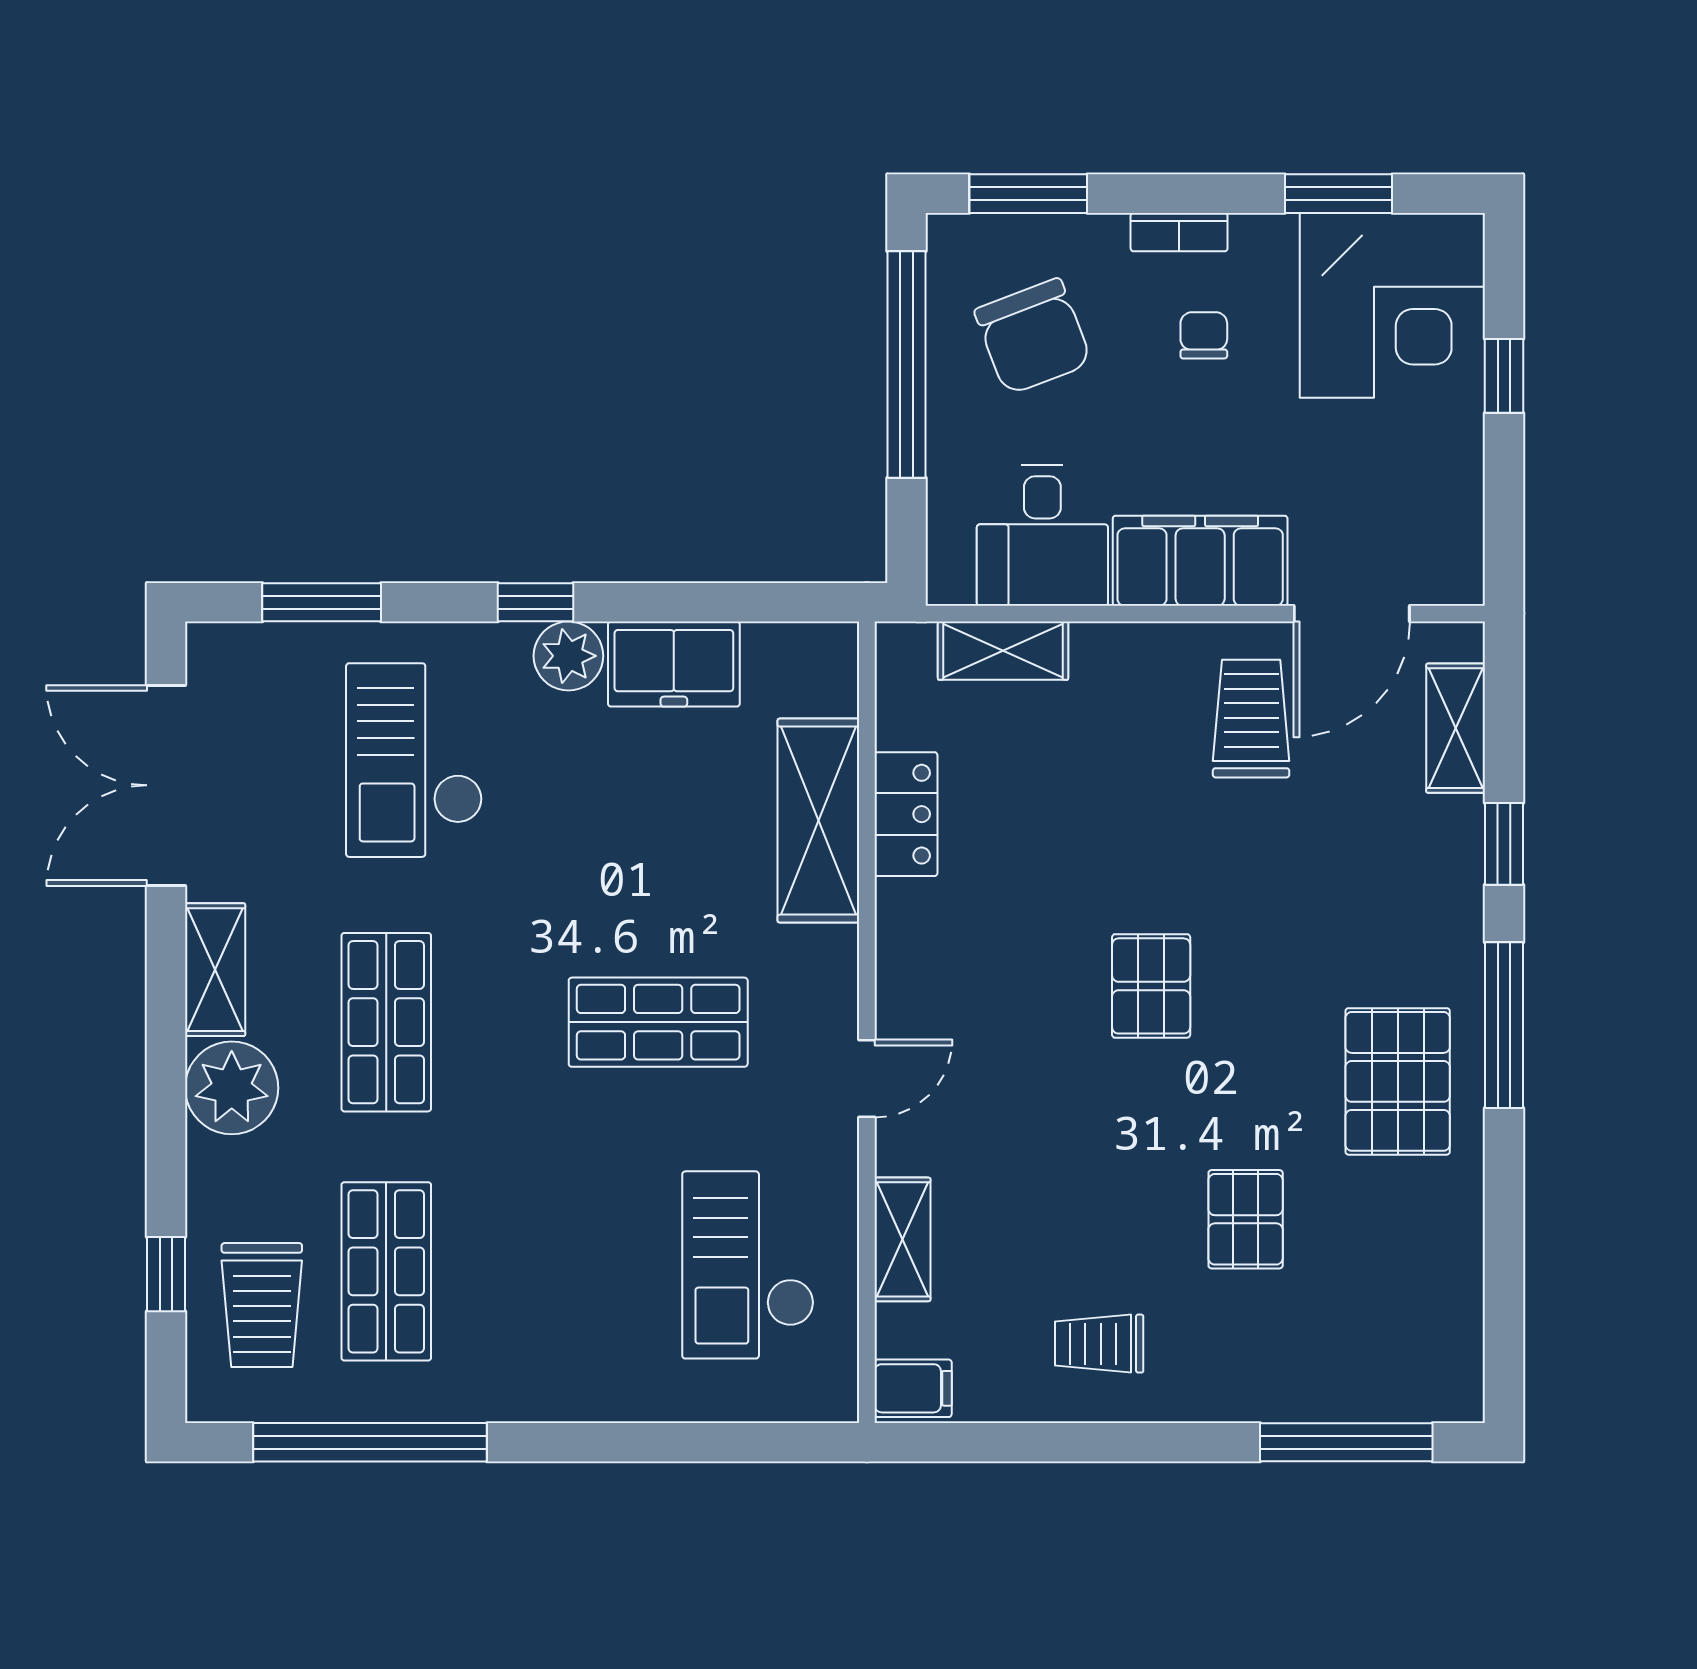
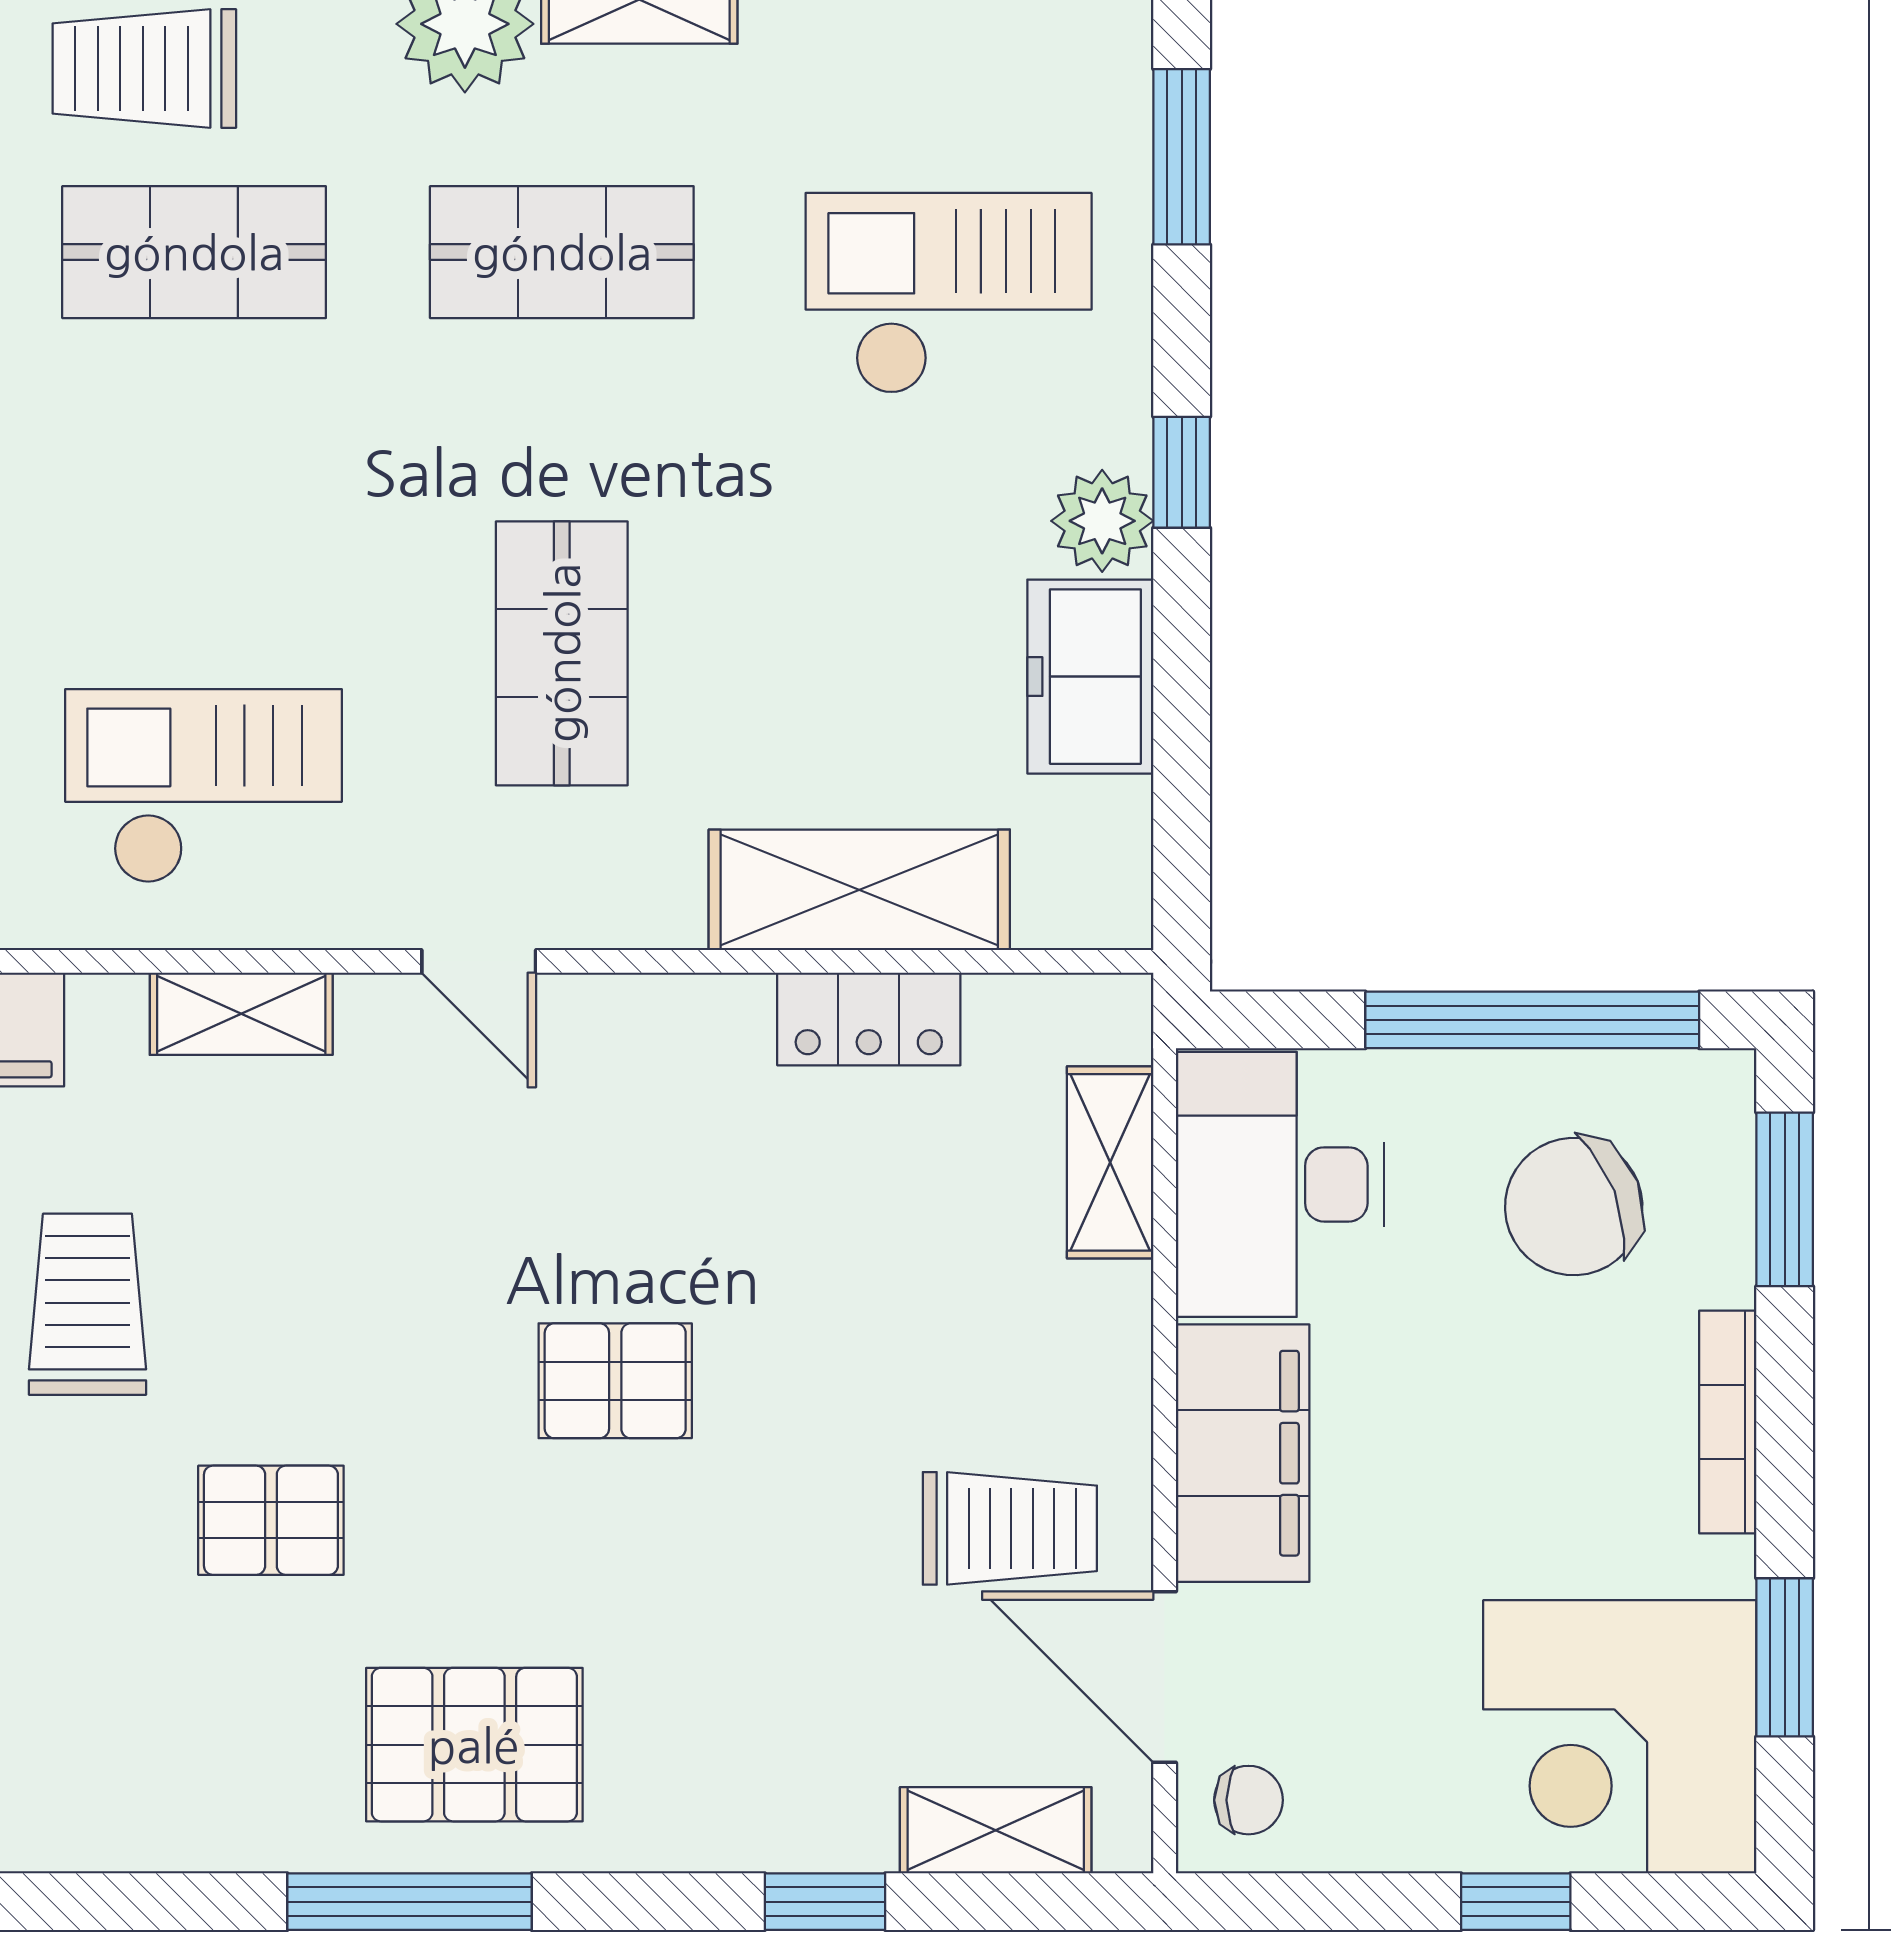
bookcase: (1179, 232) -> (1728, 1422), width x1.56
chair: (1204, 335) -> (1248, 1800), moved
desk: (1042, 535) -> (1280, 1184), width x1.37
window: (1504, 1025) -> (410, 1902), moved
trolley: (1099, 1344) -> (87, 1304), width x1.36, depth x1.39

